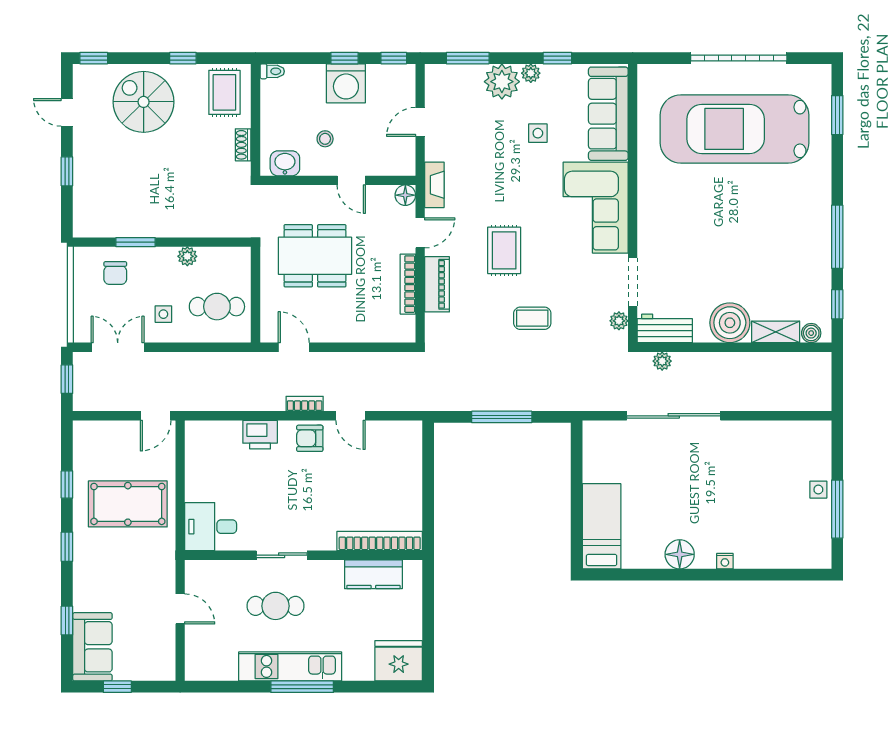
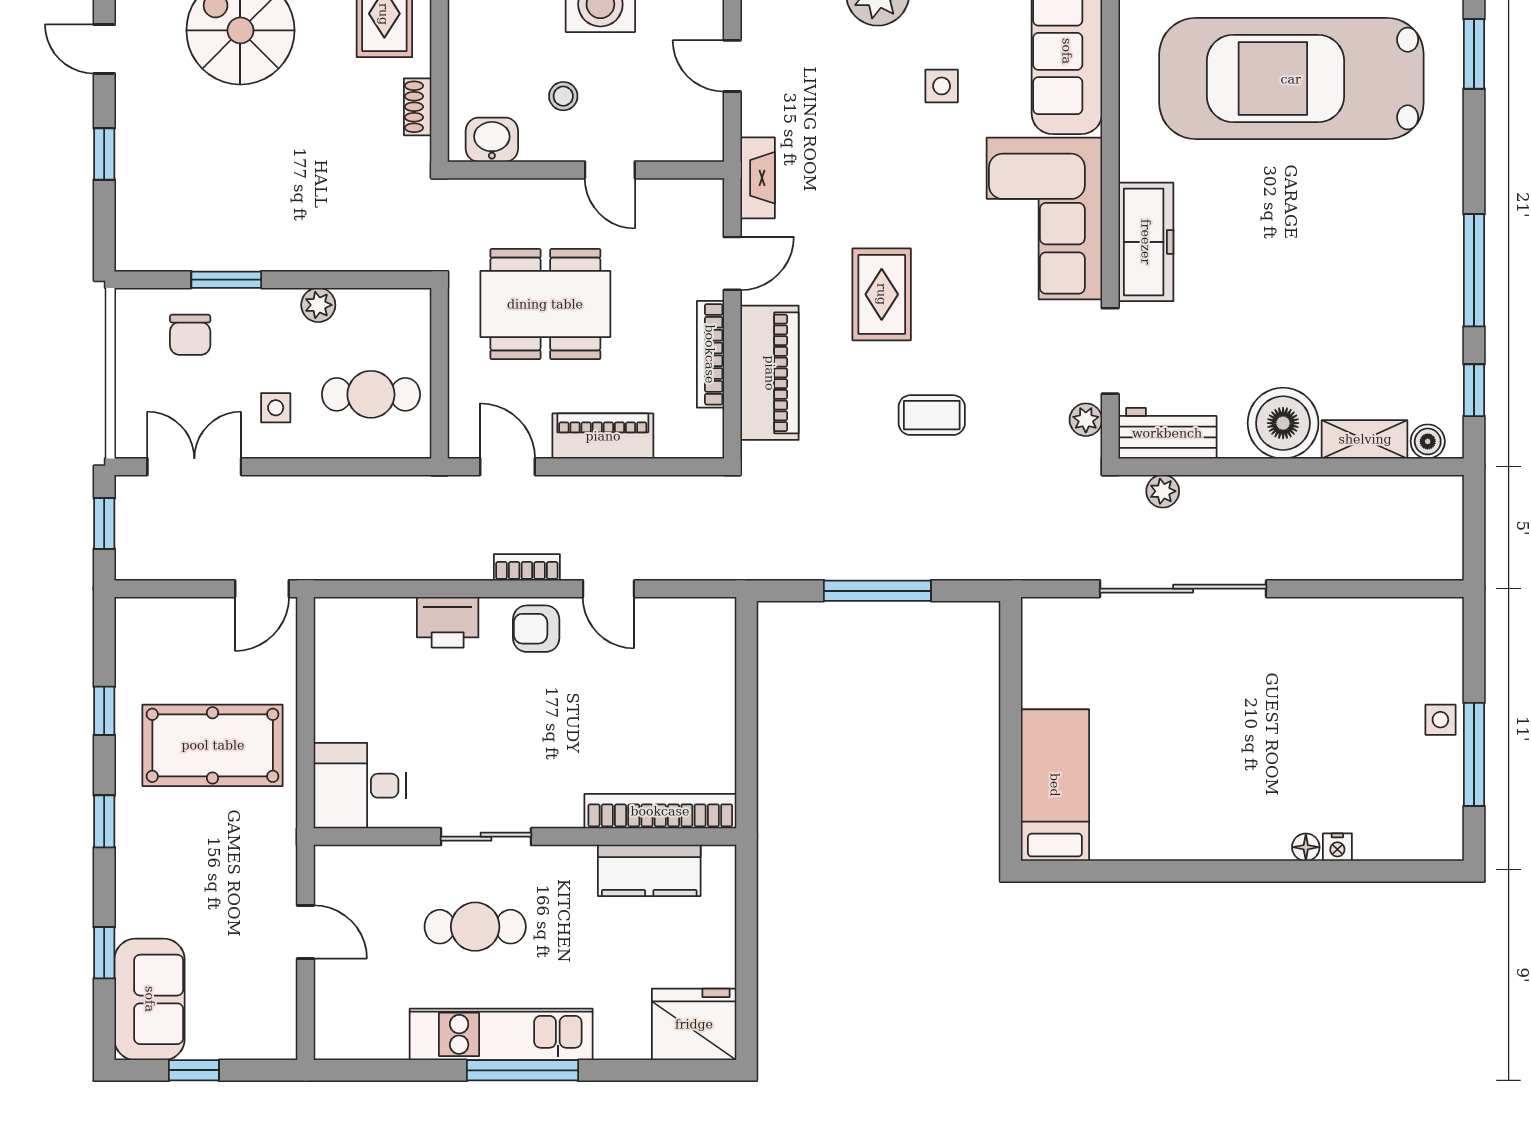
door: (420, 122) -> (732, 66), hinge flipped
floor lamp: (405, 195) -> (706, 196), removed
freezer: (653, 221) -> (1146, 242), added
piano: (437, 284) -> (770, 373), width x1.37, depth x1.33
piano: (347, 330) -> (603, 436), added
floor lamp: (680, 554) -> (1306, 847), moved, width x0.53, depth x0.53
nightstand: (725, 561) -> (1337, 847), moved

